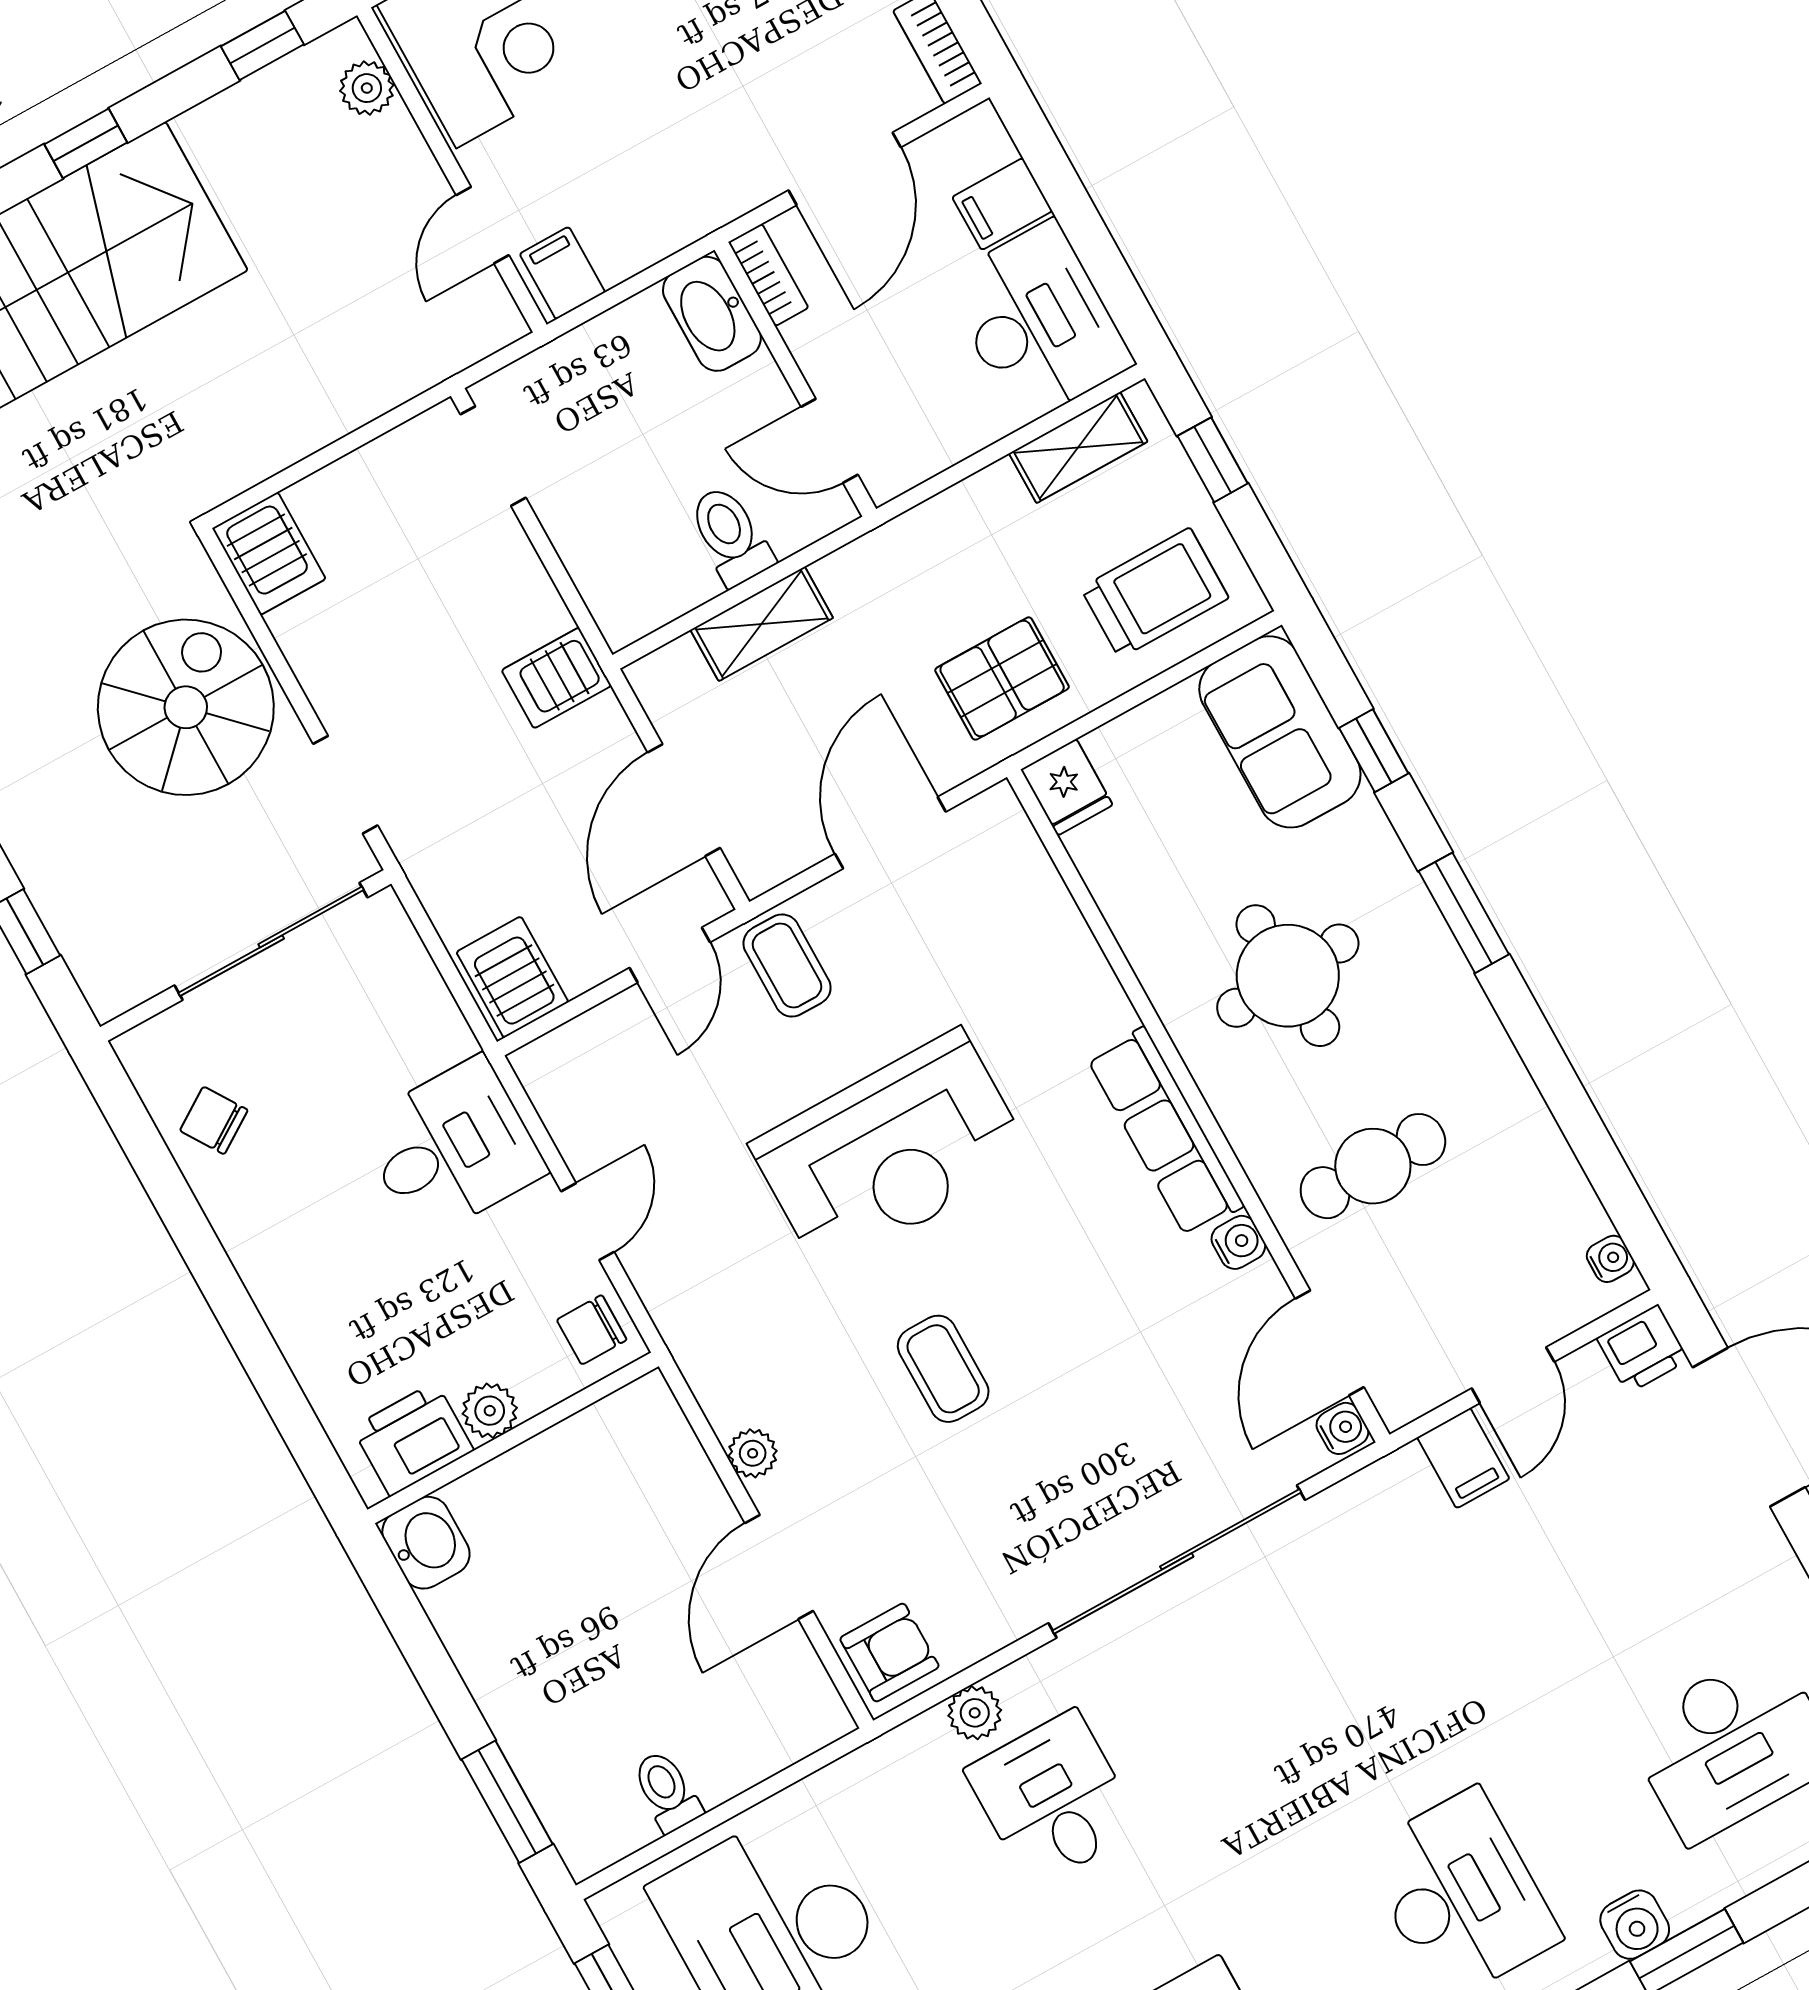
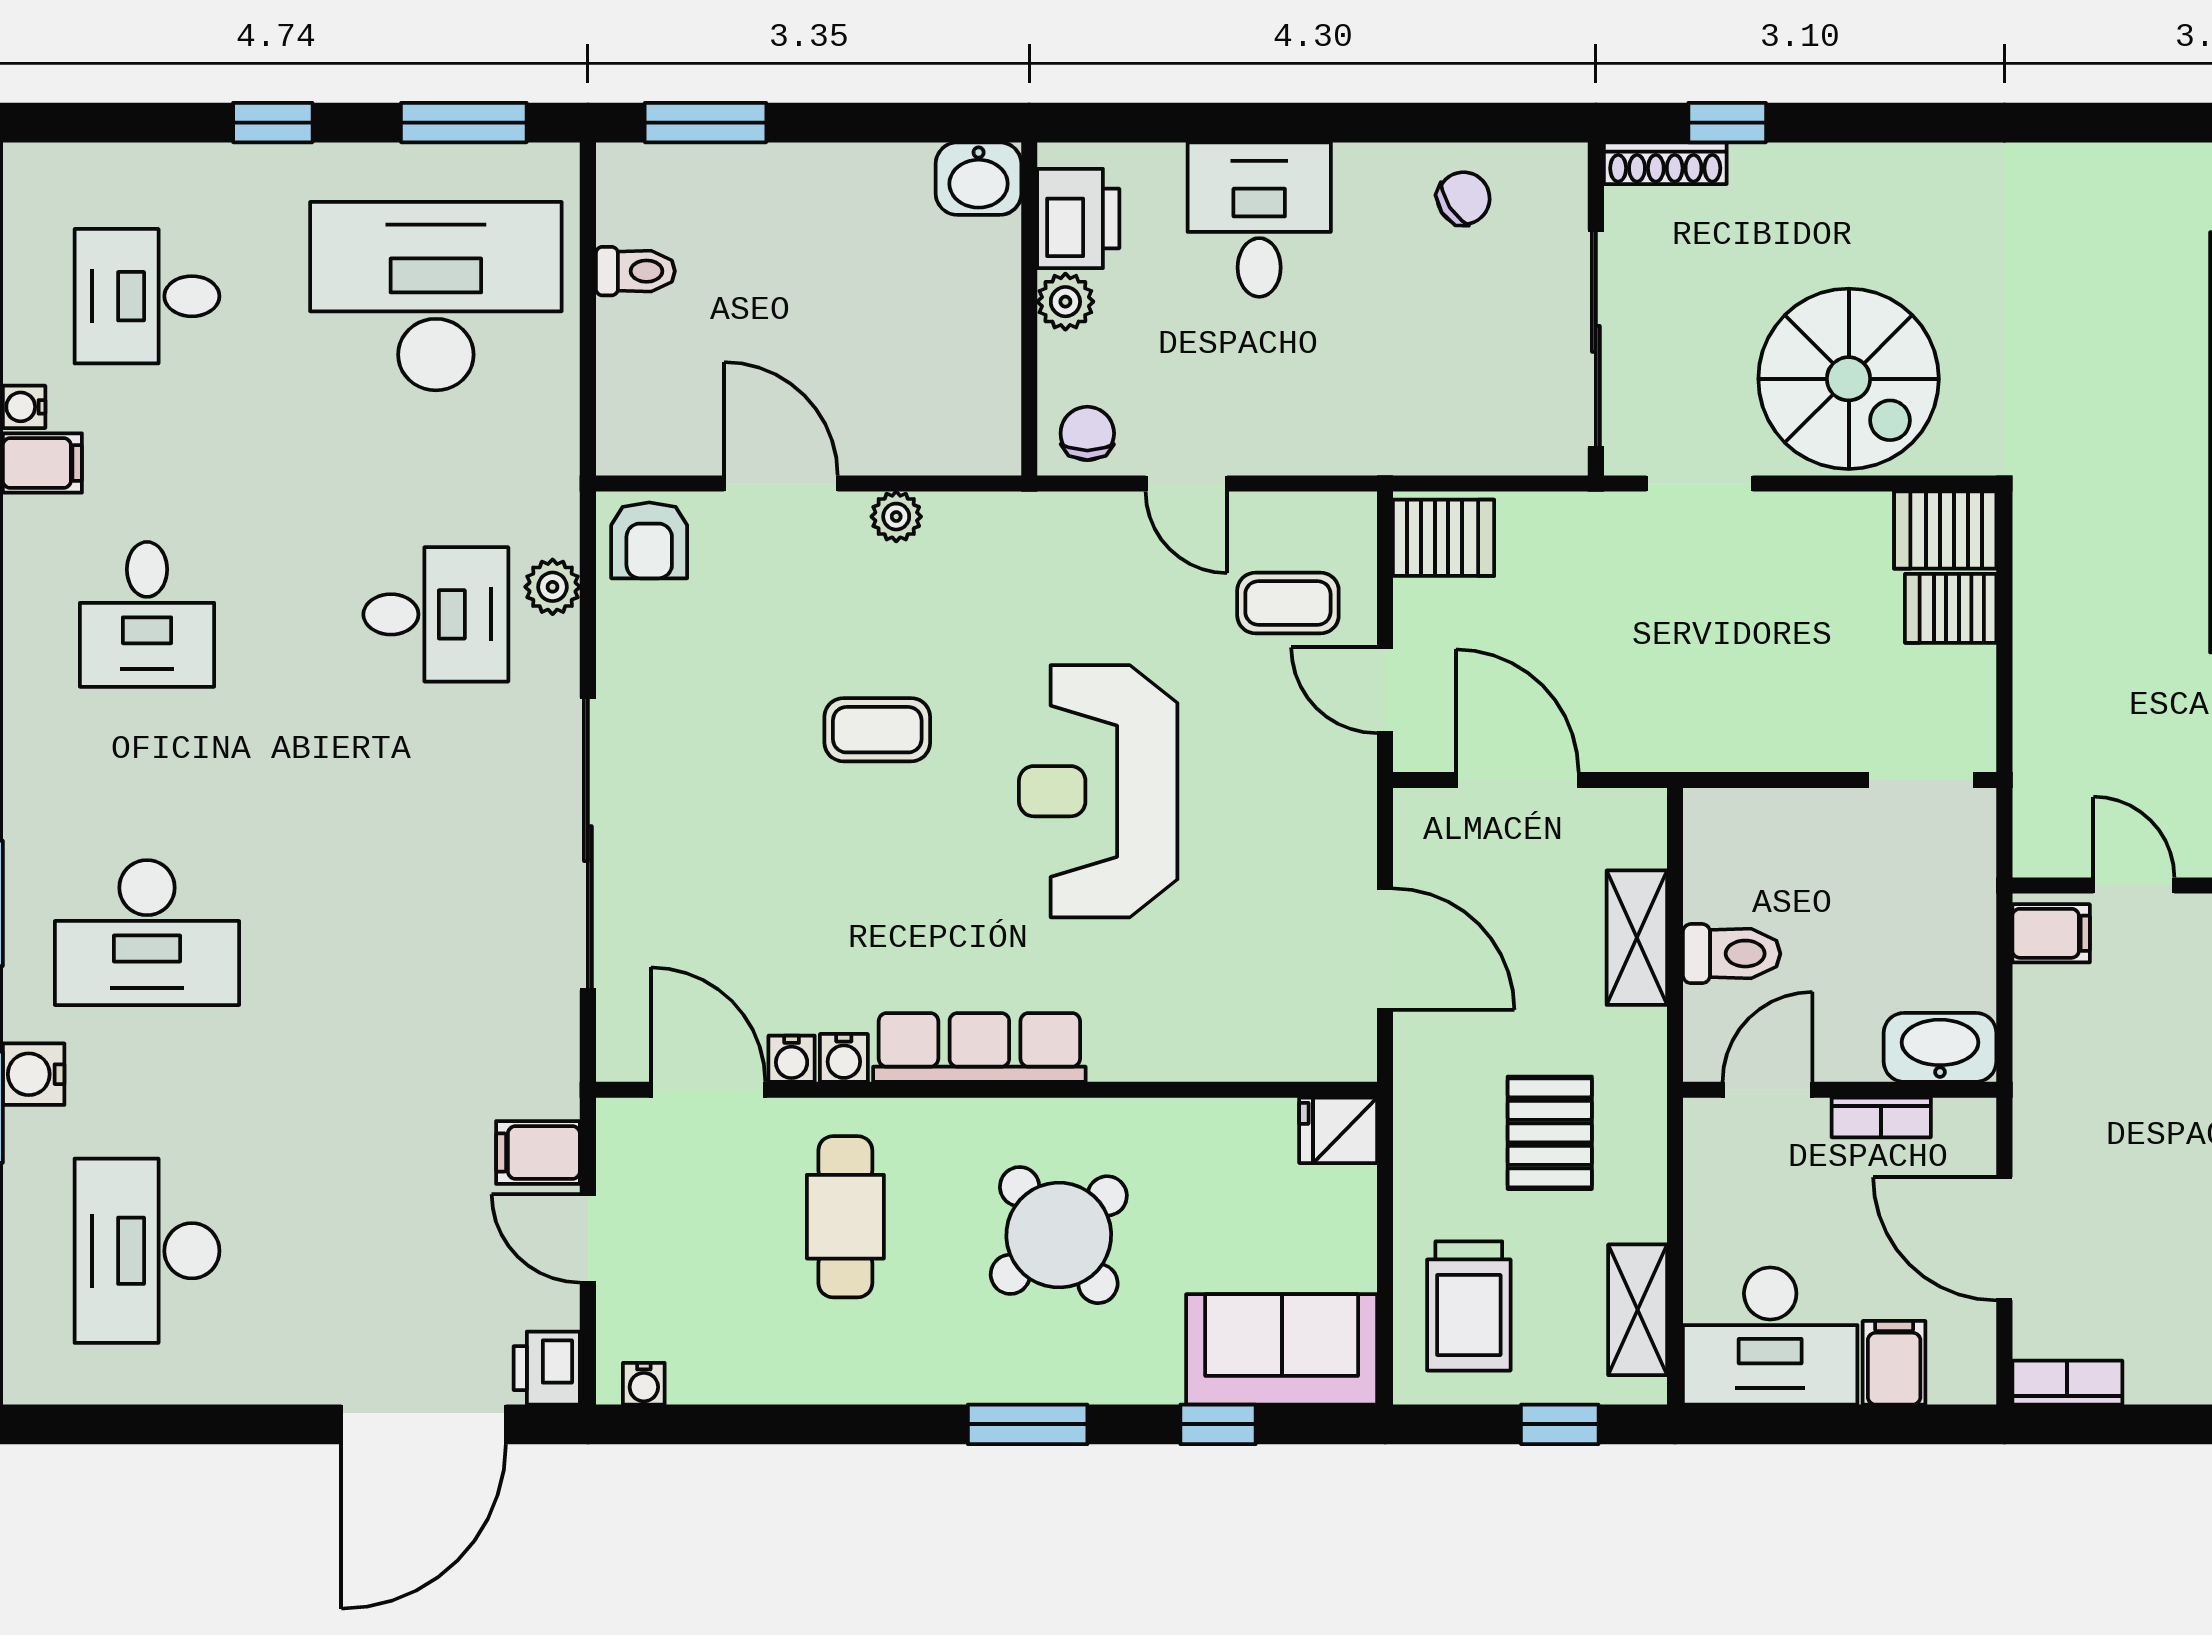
bookcase: (768, 275) -> (1881, 1117), moved
server rack: (556, 678) -> (1951, 608), moved, turned -90
pallet: (1002, 678) -> (1550, 1133), moved
shoe rack: (89, 965) -> (1665, 163), added
coffee table: (787, 966) -> (1288, 603), moved
round table: (1288, 976) -> (1059, 1235), turned -36
desk: (452, 1148) -> (1259, 220), moved, turned 180
water cooler: (1342, 1428) -> (792, 1059), moved

